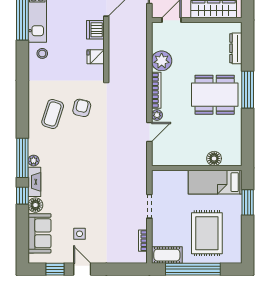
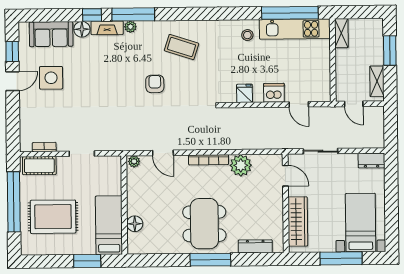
armchair: (82, 108) -> (155, 84), moved, turned -103
plant: (157, 115) -> (134, 161), moved
side table: (80, 234) -> (51, 78), width x1.87, depth x1.87
cot: (167, 255) -> (39, 166), moved, turned 90

